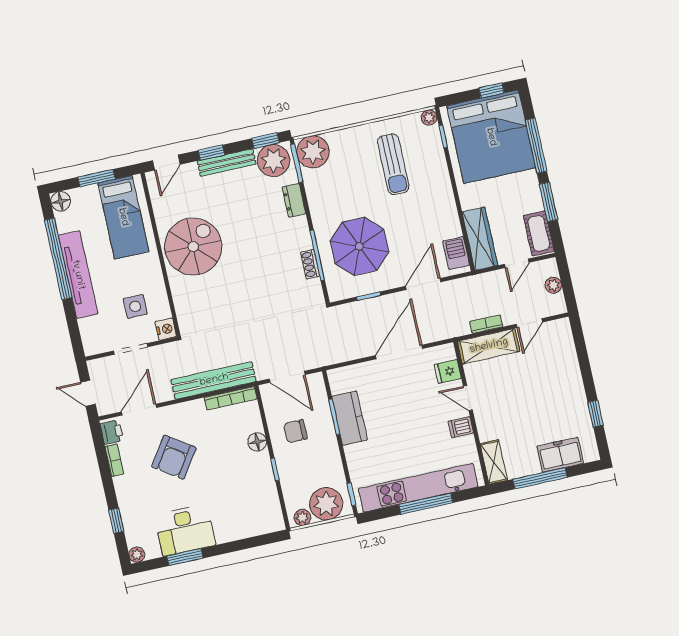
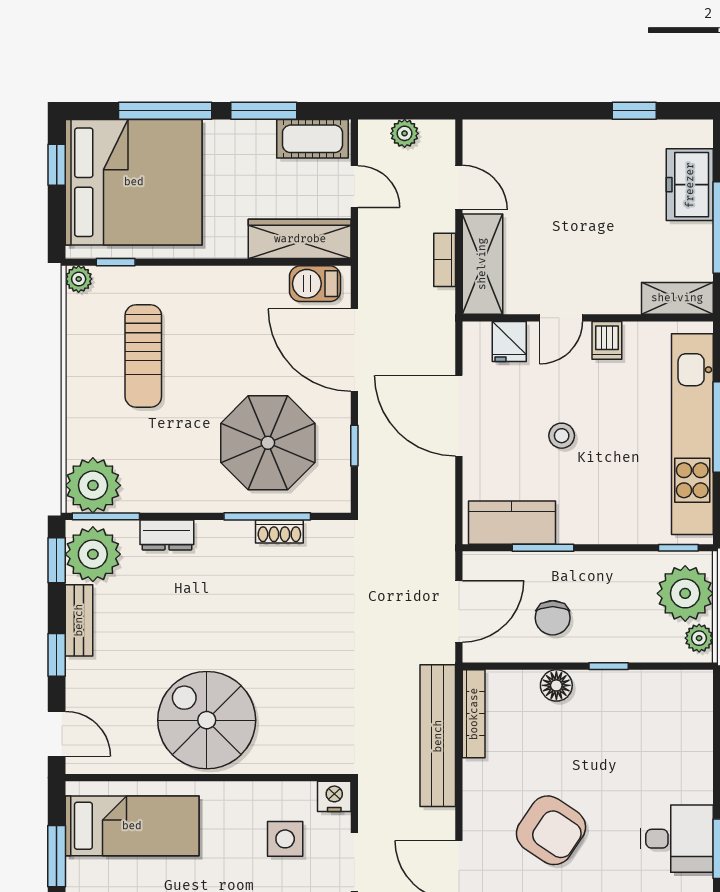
bench: (227, 163) -> (79, 620), width x0.73
sun lounger: (393, 164) -> (143, 356), turned 90
door: (423, 284) -> (354, 350), width x1.36
stool: (401, 413) -> (562, 436), added
kitchen counter: (350, 418) -> (512, 523), moved
desk: (185, 530) -> (677, 839), width x0.73

